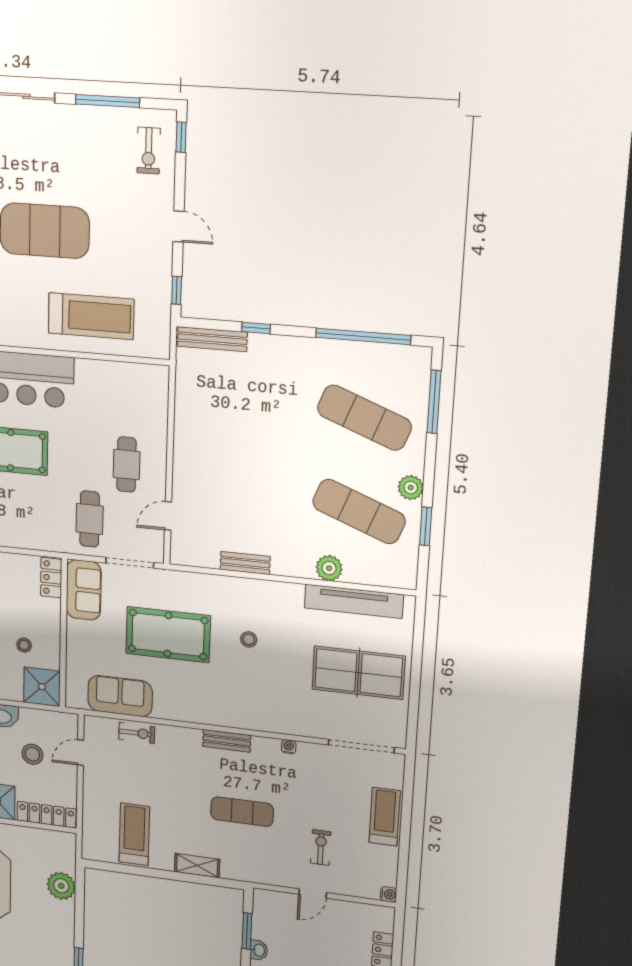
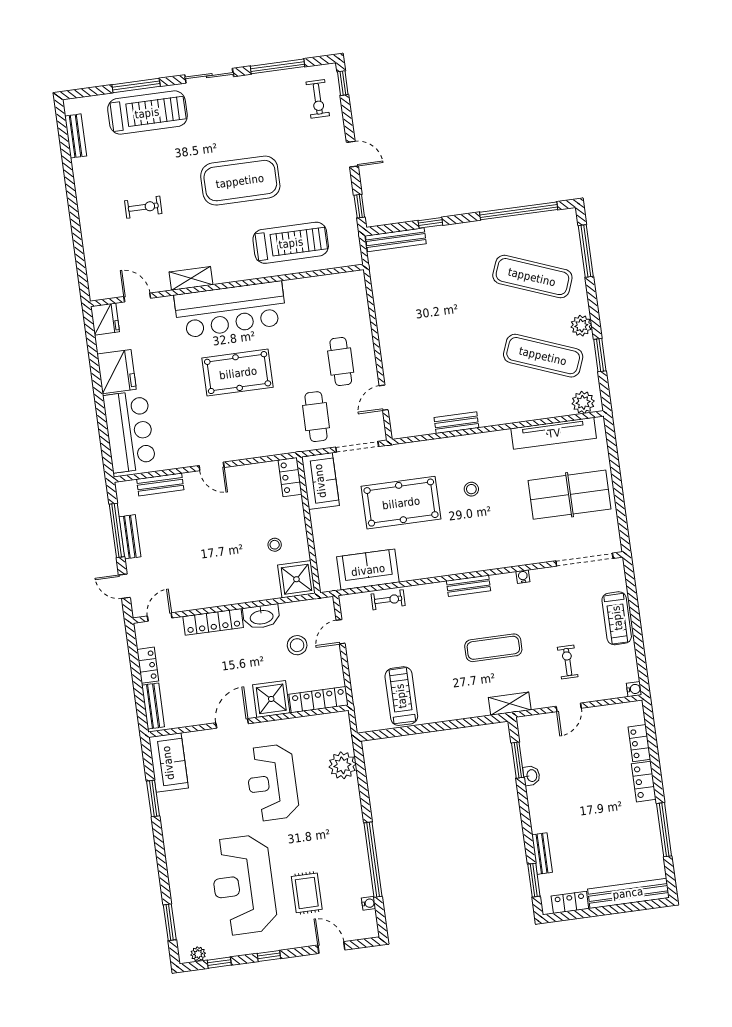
plant: (329, 568) -> (583, 402), moved
treadmill: (385, 817) -> (617, 618), turned 180
shelving: (197, 866) -> (510, 704), moved

